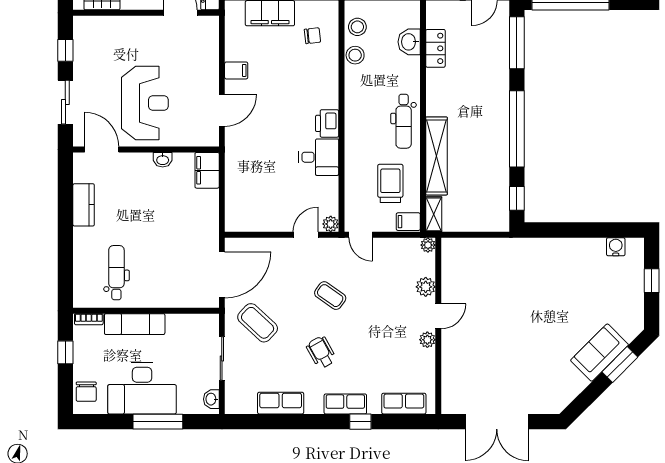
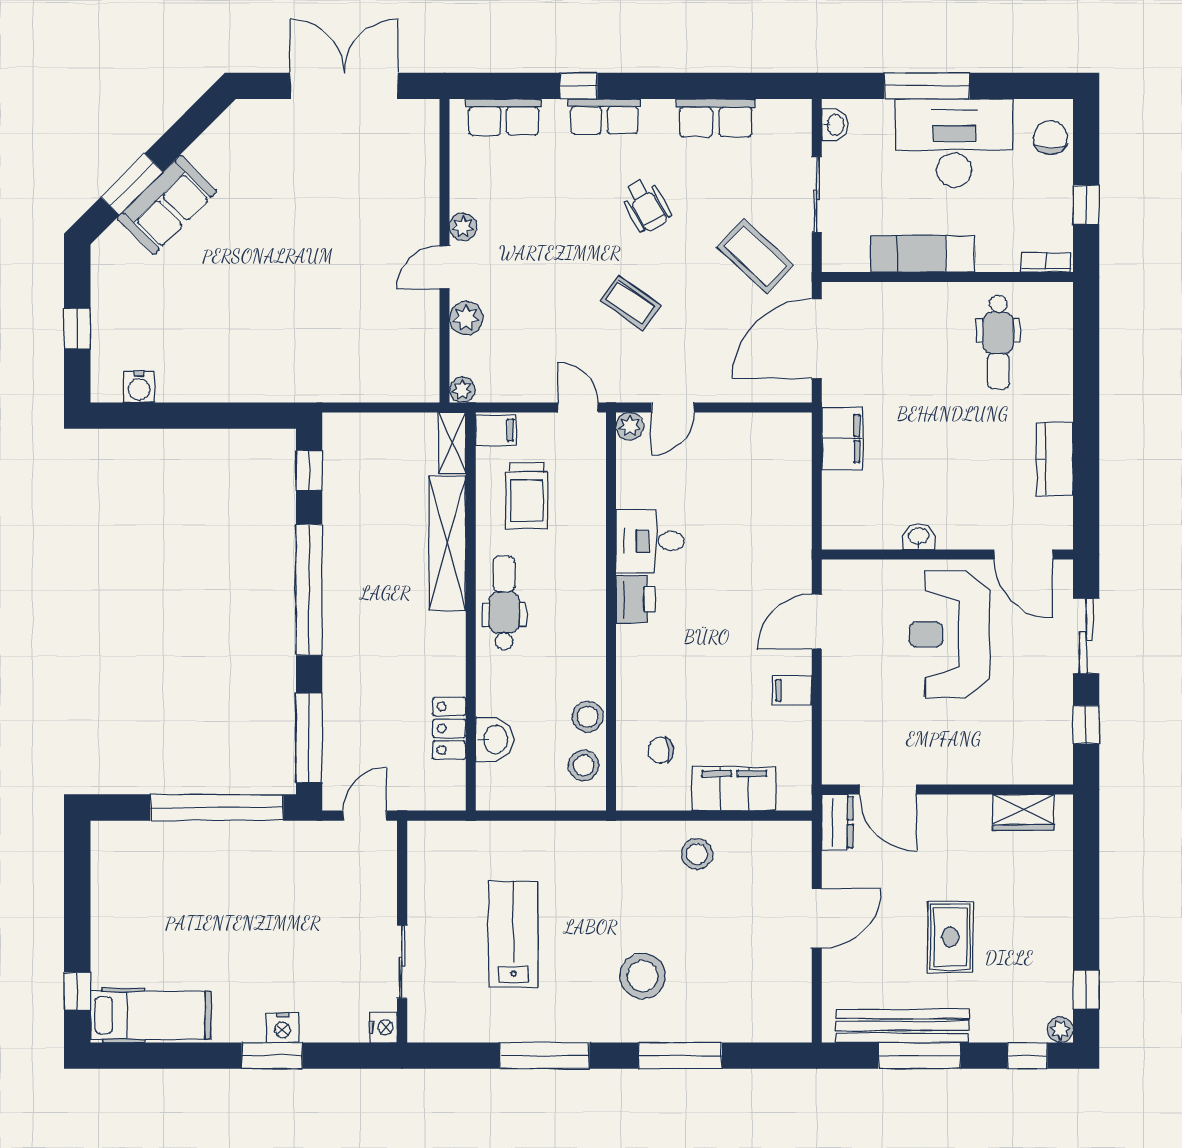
filing cabinet: (207, 170) -> (842, 439), moved
exam couch: (135, 324) -> (923, 254), moved

